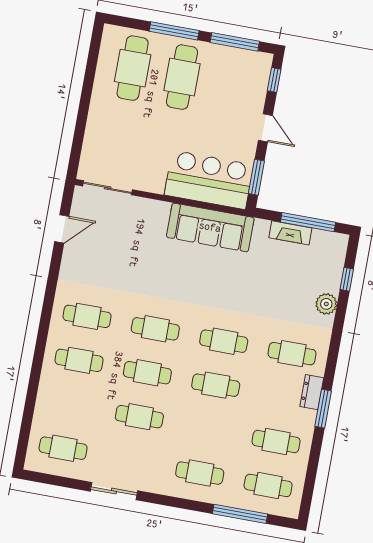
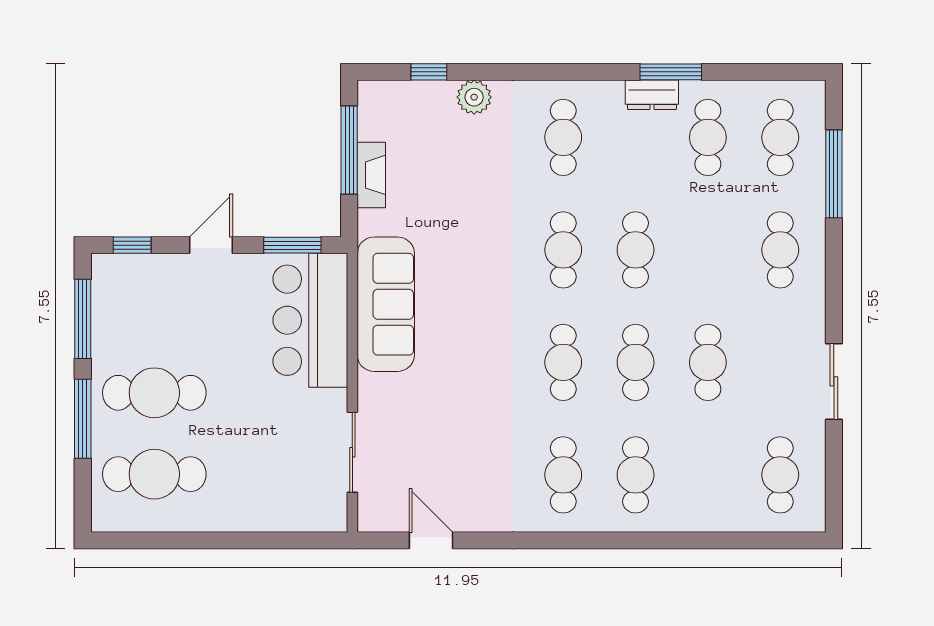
sliding door: (108, 188) -> (352, 452), moved
dresser: (312, 392) -> (652, 95), moved
window: (323, 409) -> (671, 72), moved

